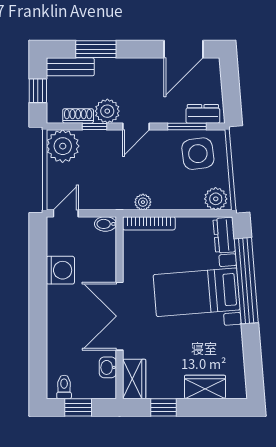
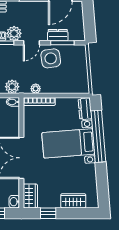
dresser: (203, 114) -> (58, 35), moved
side table: (198, 154) -> (51, 58), moved
plant: (216, 199) -> (12, 87), moved
washbasin: (108, 367) -> (14, 202), moved

